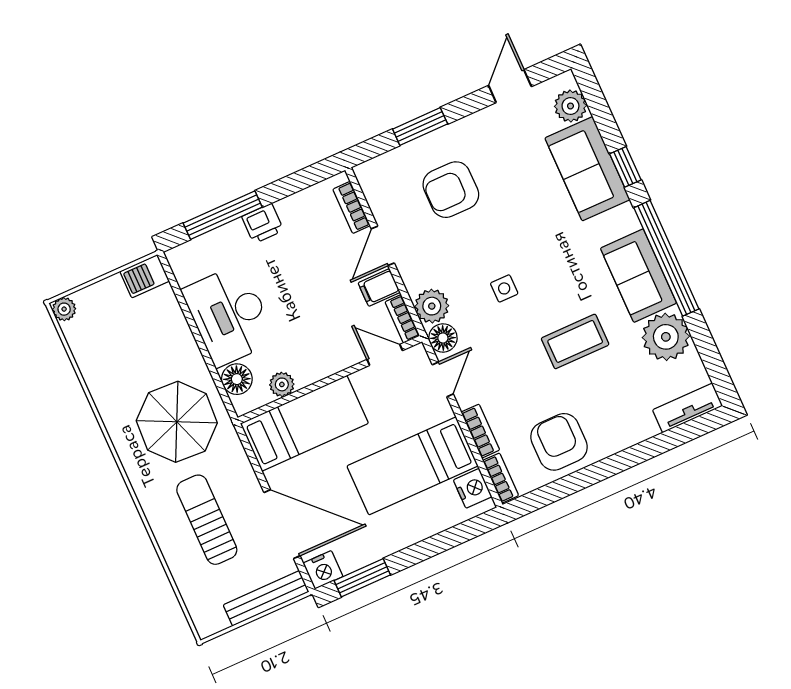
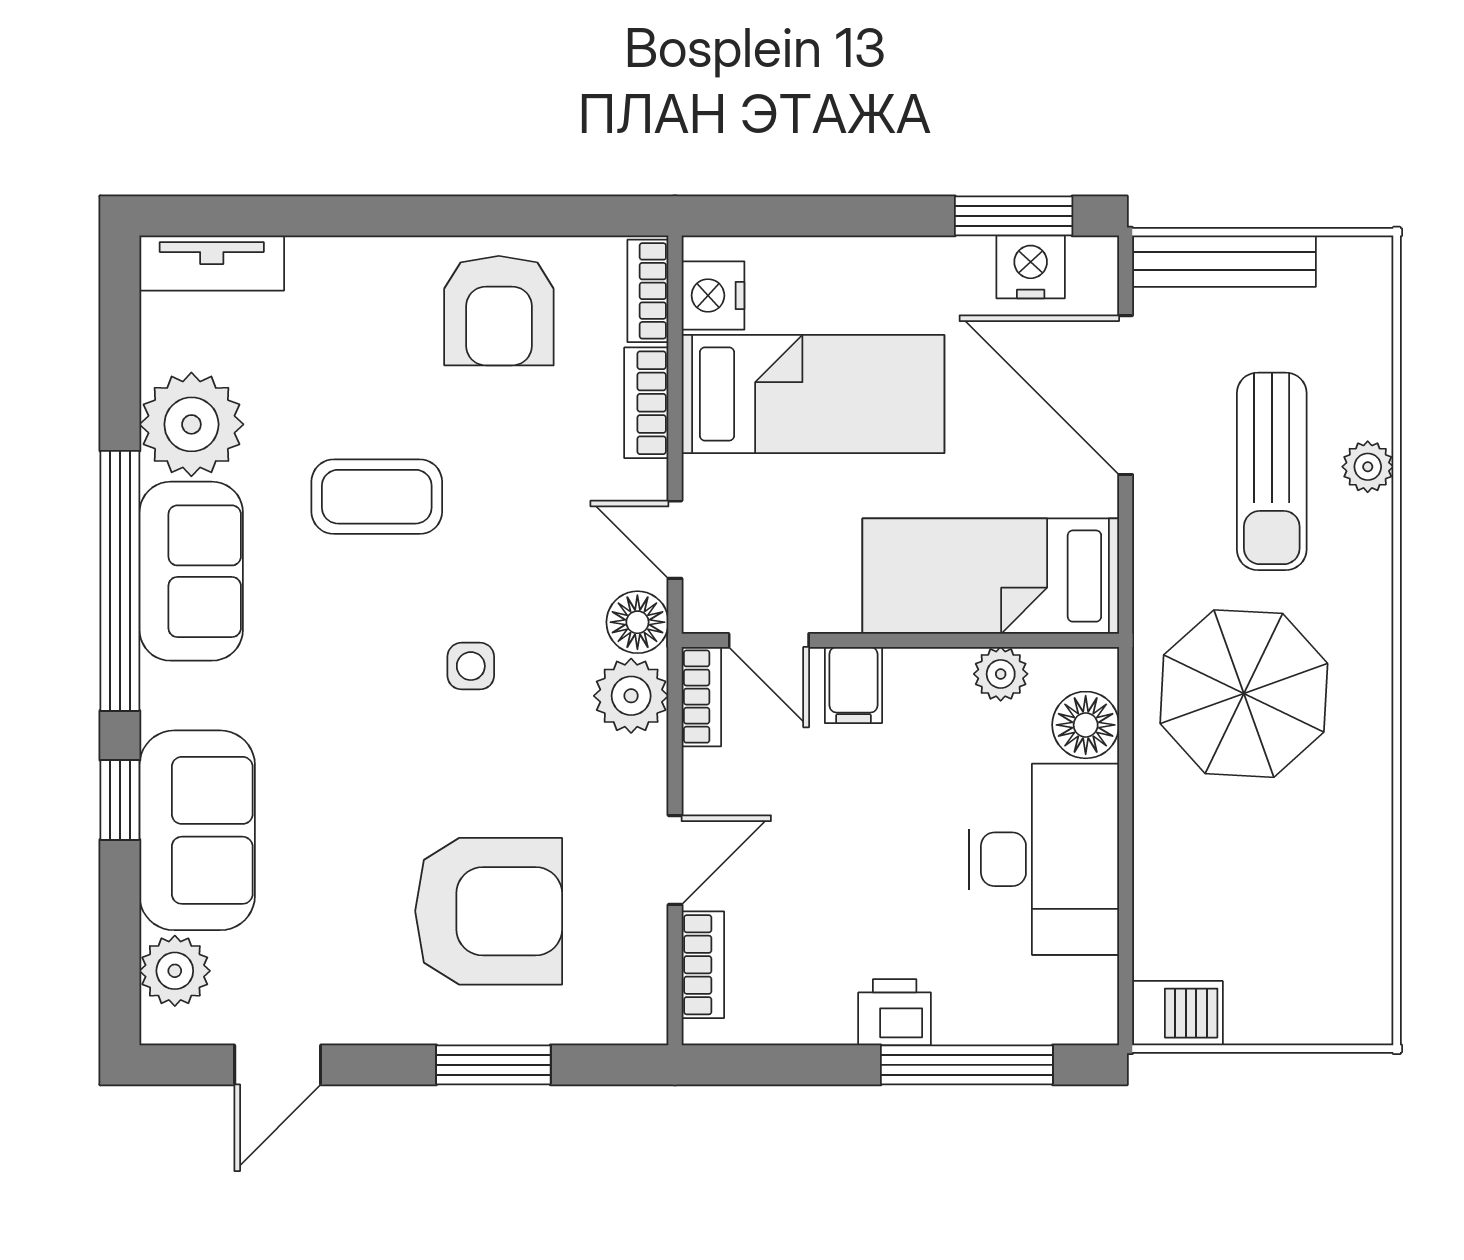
armchair: (451, 190) -> (489, 911), width x1.36, depth x1.36
filing cabinet: (379, 288) -> (853, 685), moved, turned 90
plant: (64, 309) -> (1368, 467), moved
door: (443, 379) -> (675, 540), hinge flipped
nightstand: (323, 570) -> (1031, 267), moved

